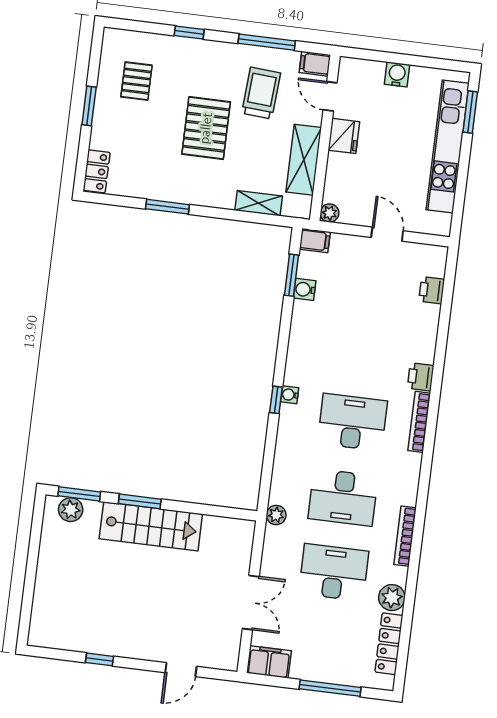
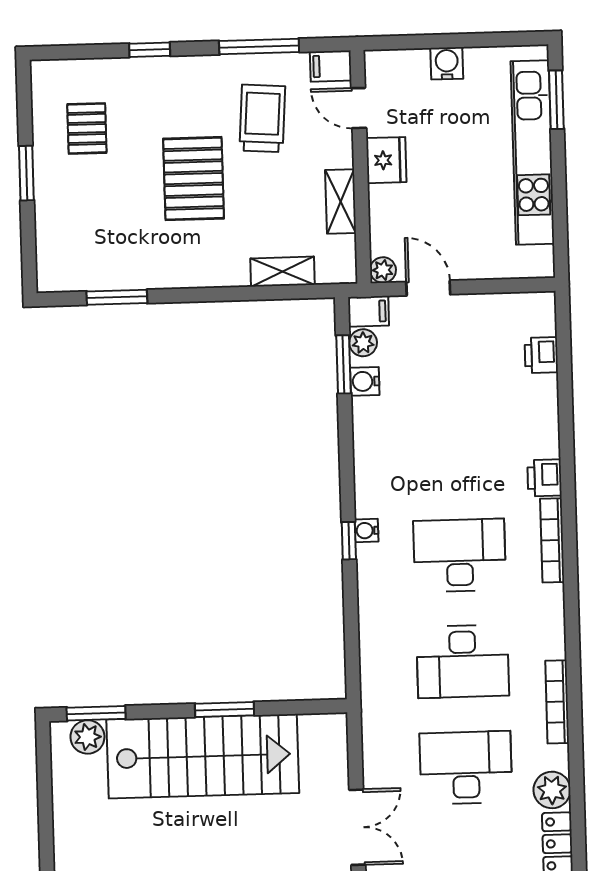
shelving: (304, 160) -> (341, 202), width x0.67, depth x0.75
locker: (97, 171) -> (51, 262), removed
window: (167, 207) -> (117, 297), moved
door: (387, 234) -> (428, 288), moved
window: (140, 501) -> (225, 709), moved
plant: (276, 515) -> (363, 343), moved
stairs: (151, 526) -> (203, 756), width x1.36, depth x1.51

